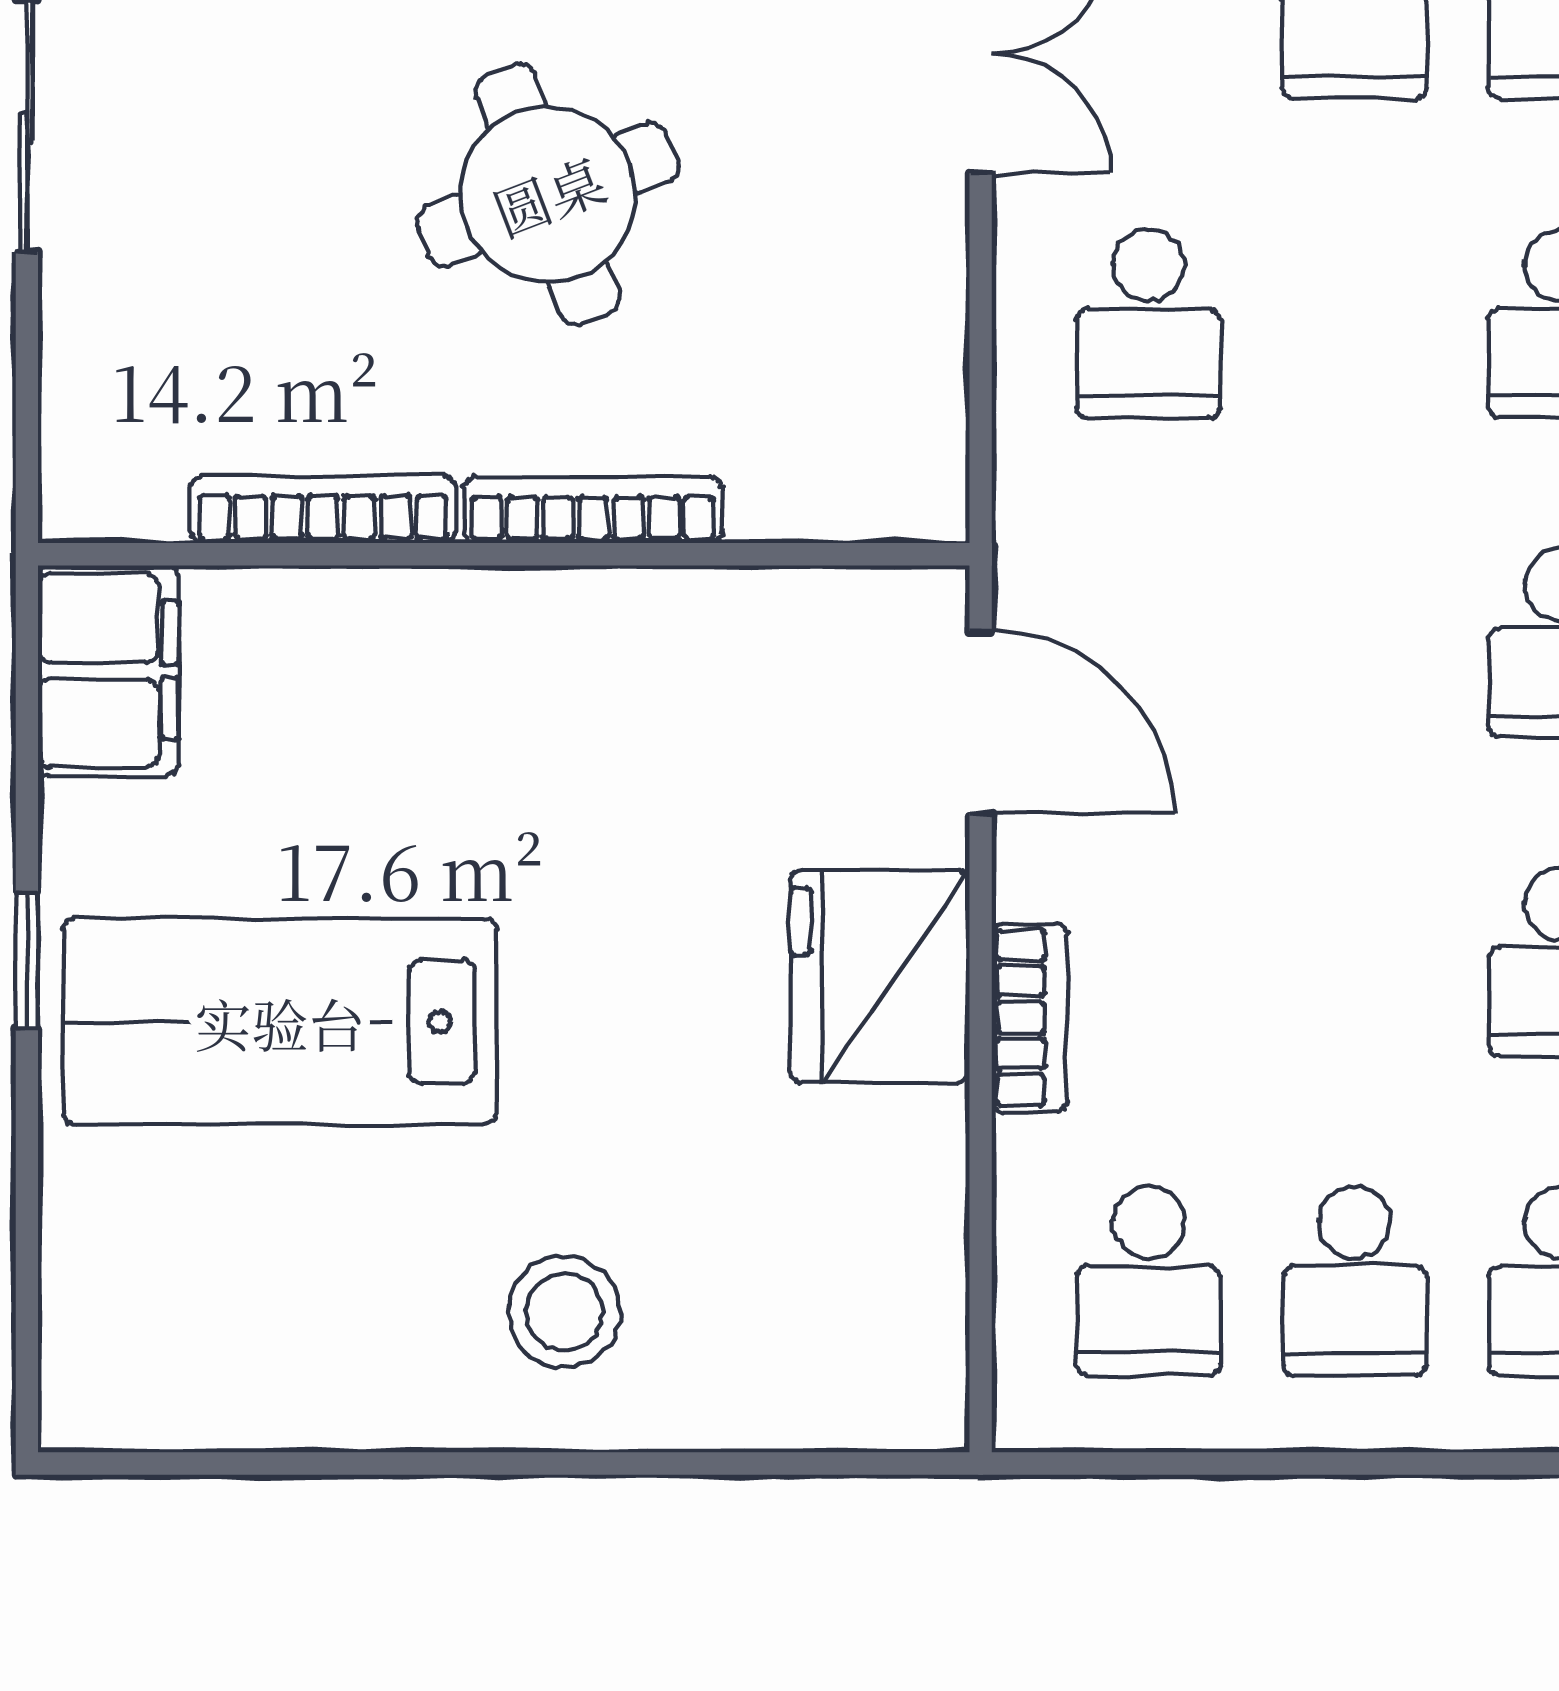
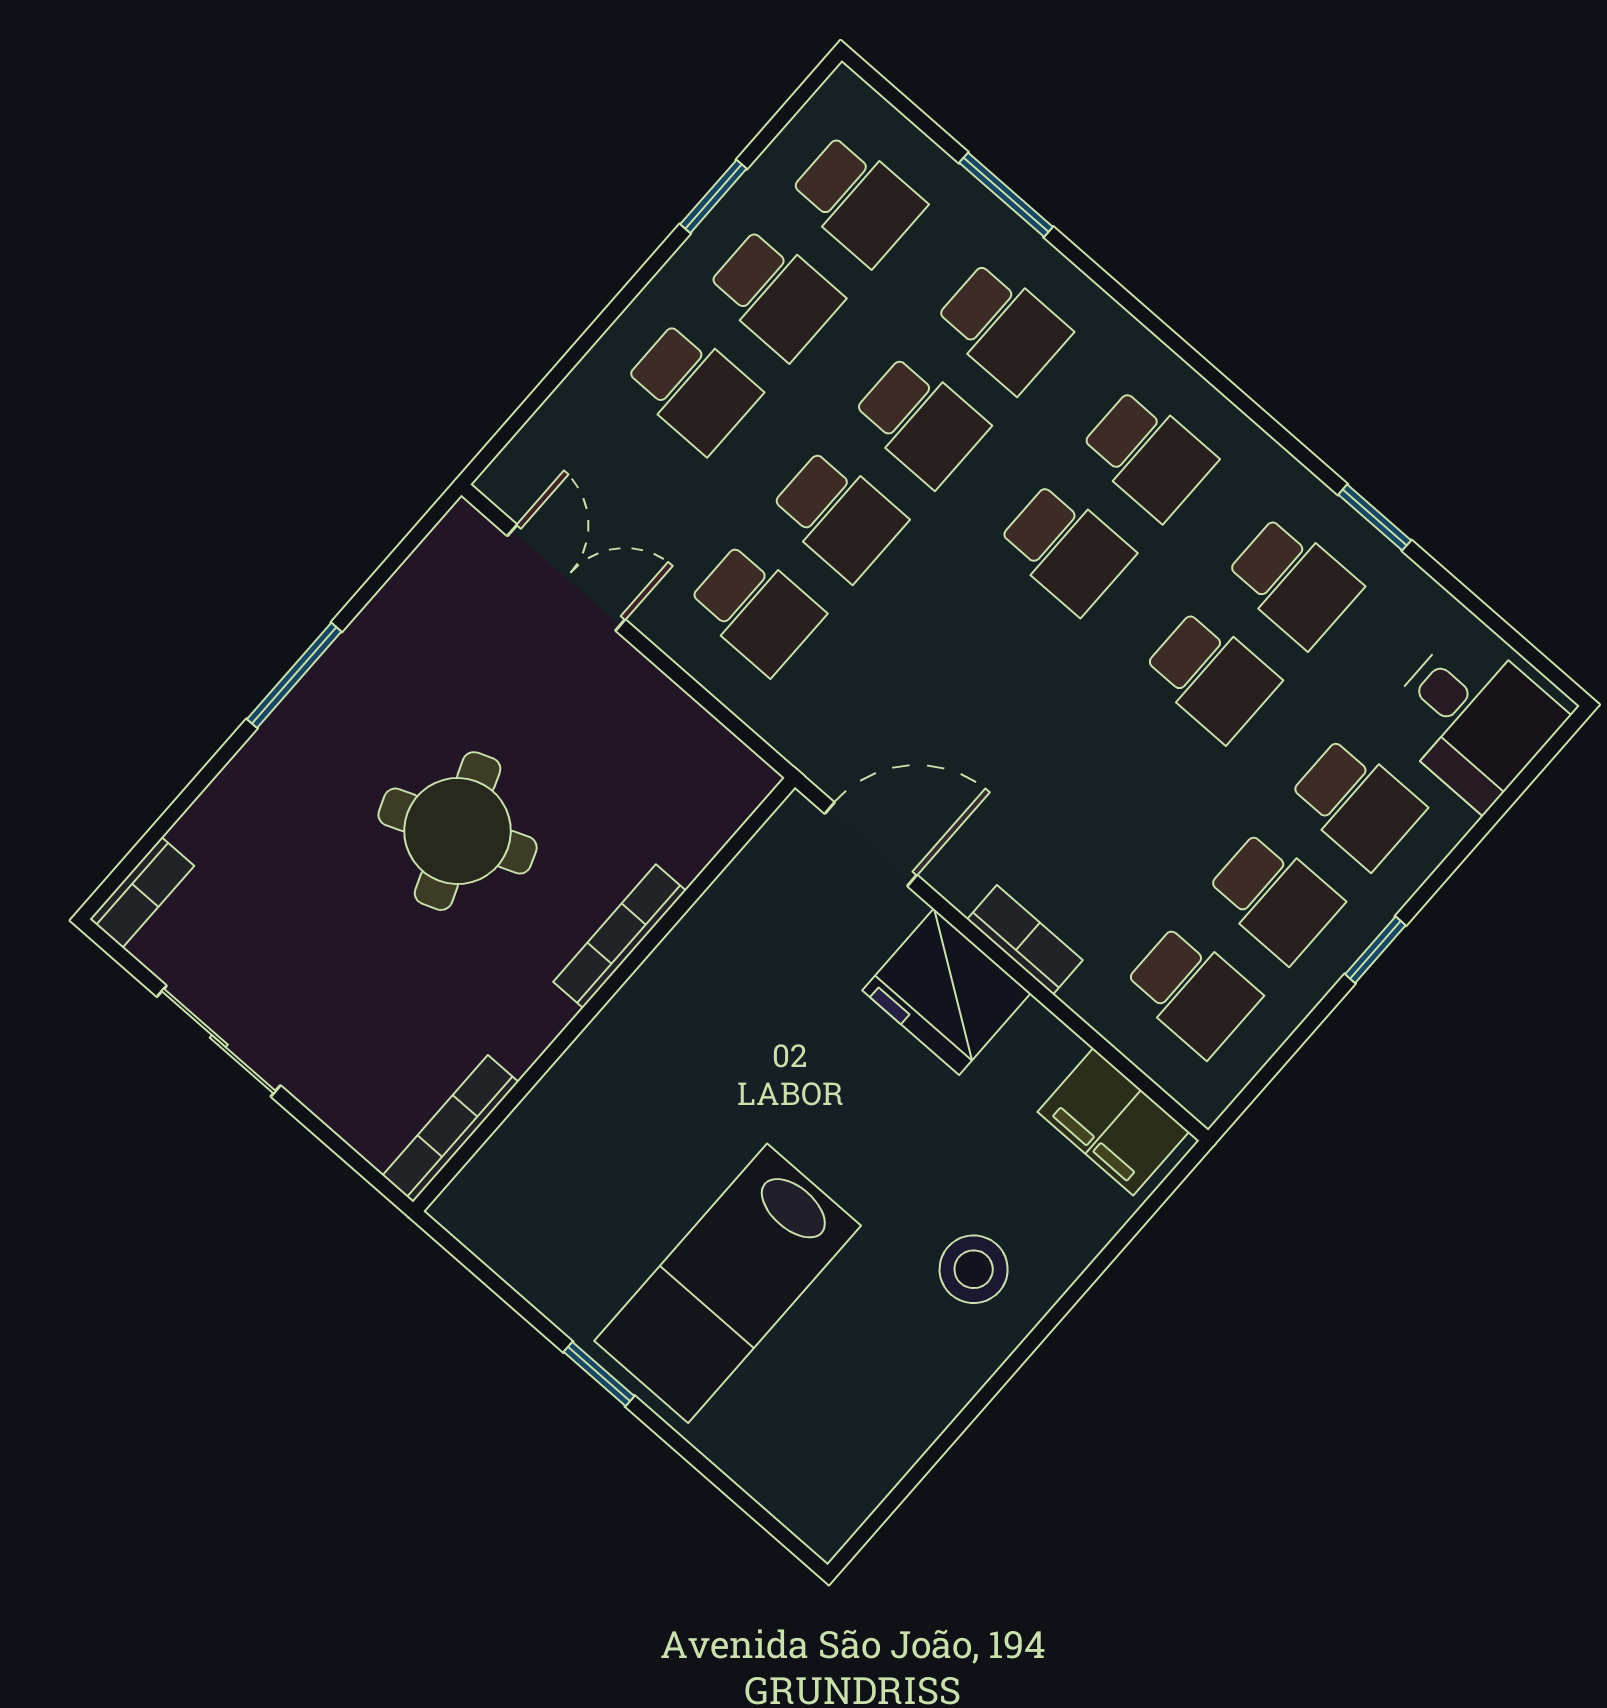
school desk: (1354, 324) -> (838, 515), added
bookcase: (323, 509) -> (450, 1129), moved
filing cabinet: (108, 670) -> (1113, 1122), moved, turned 180
window: (1398, 1464) -> (1375, 950), added

